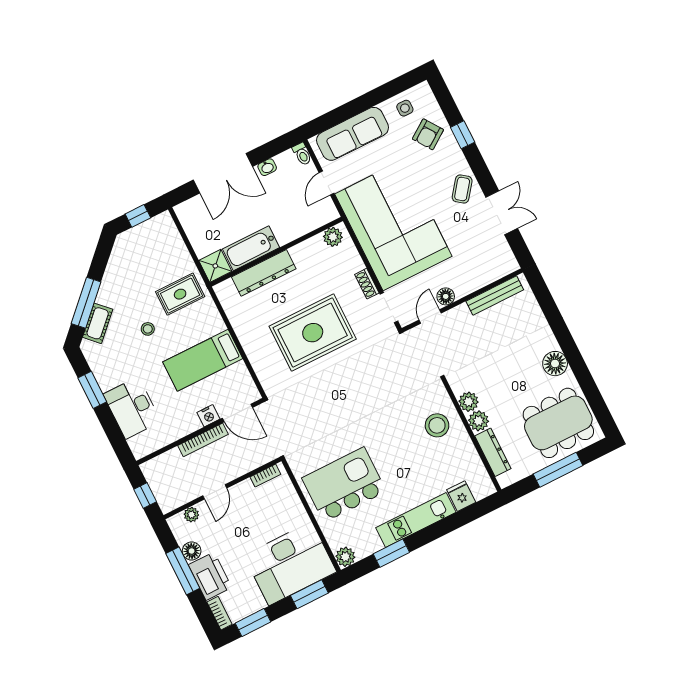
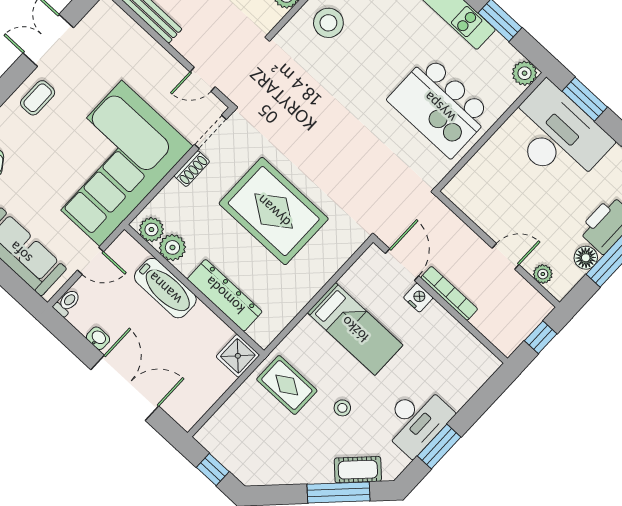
coffee table: (462, 189) -> (38, 98), turned -37
plant: (314, 247) -> (172, 247), added
bathtub: (251, 248) -> (165, 288), moved
floor lamp: (446, 296) -> (172, 70), removed
desk: (132, 408) -> (416, 420), moved
bookcase: (265, 476) -> (464, 204), removed

